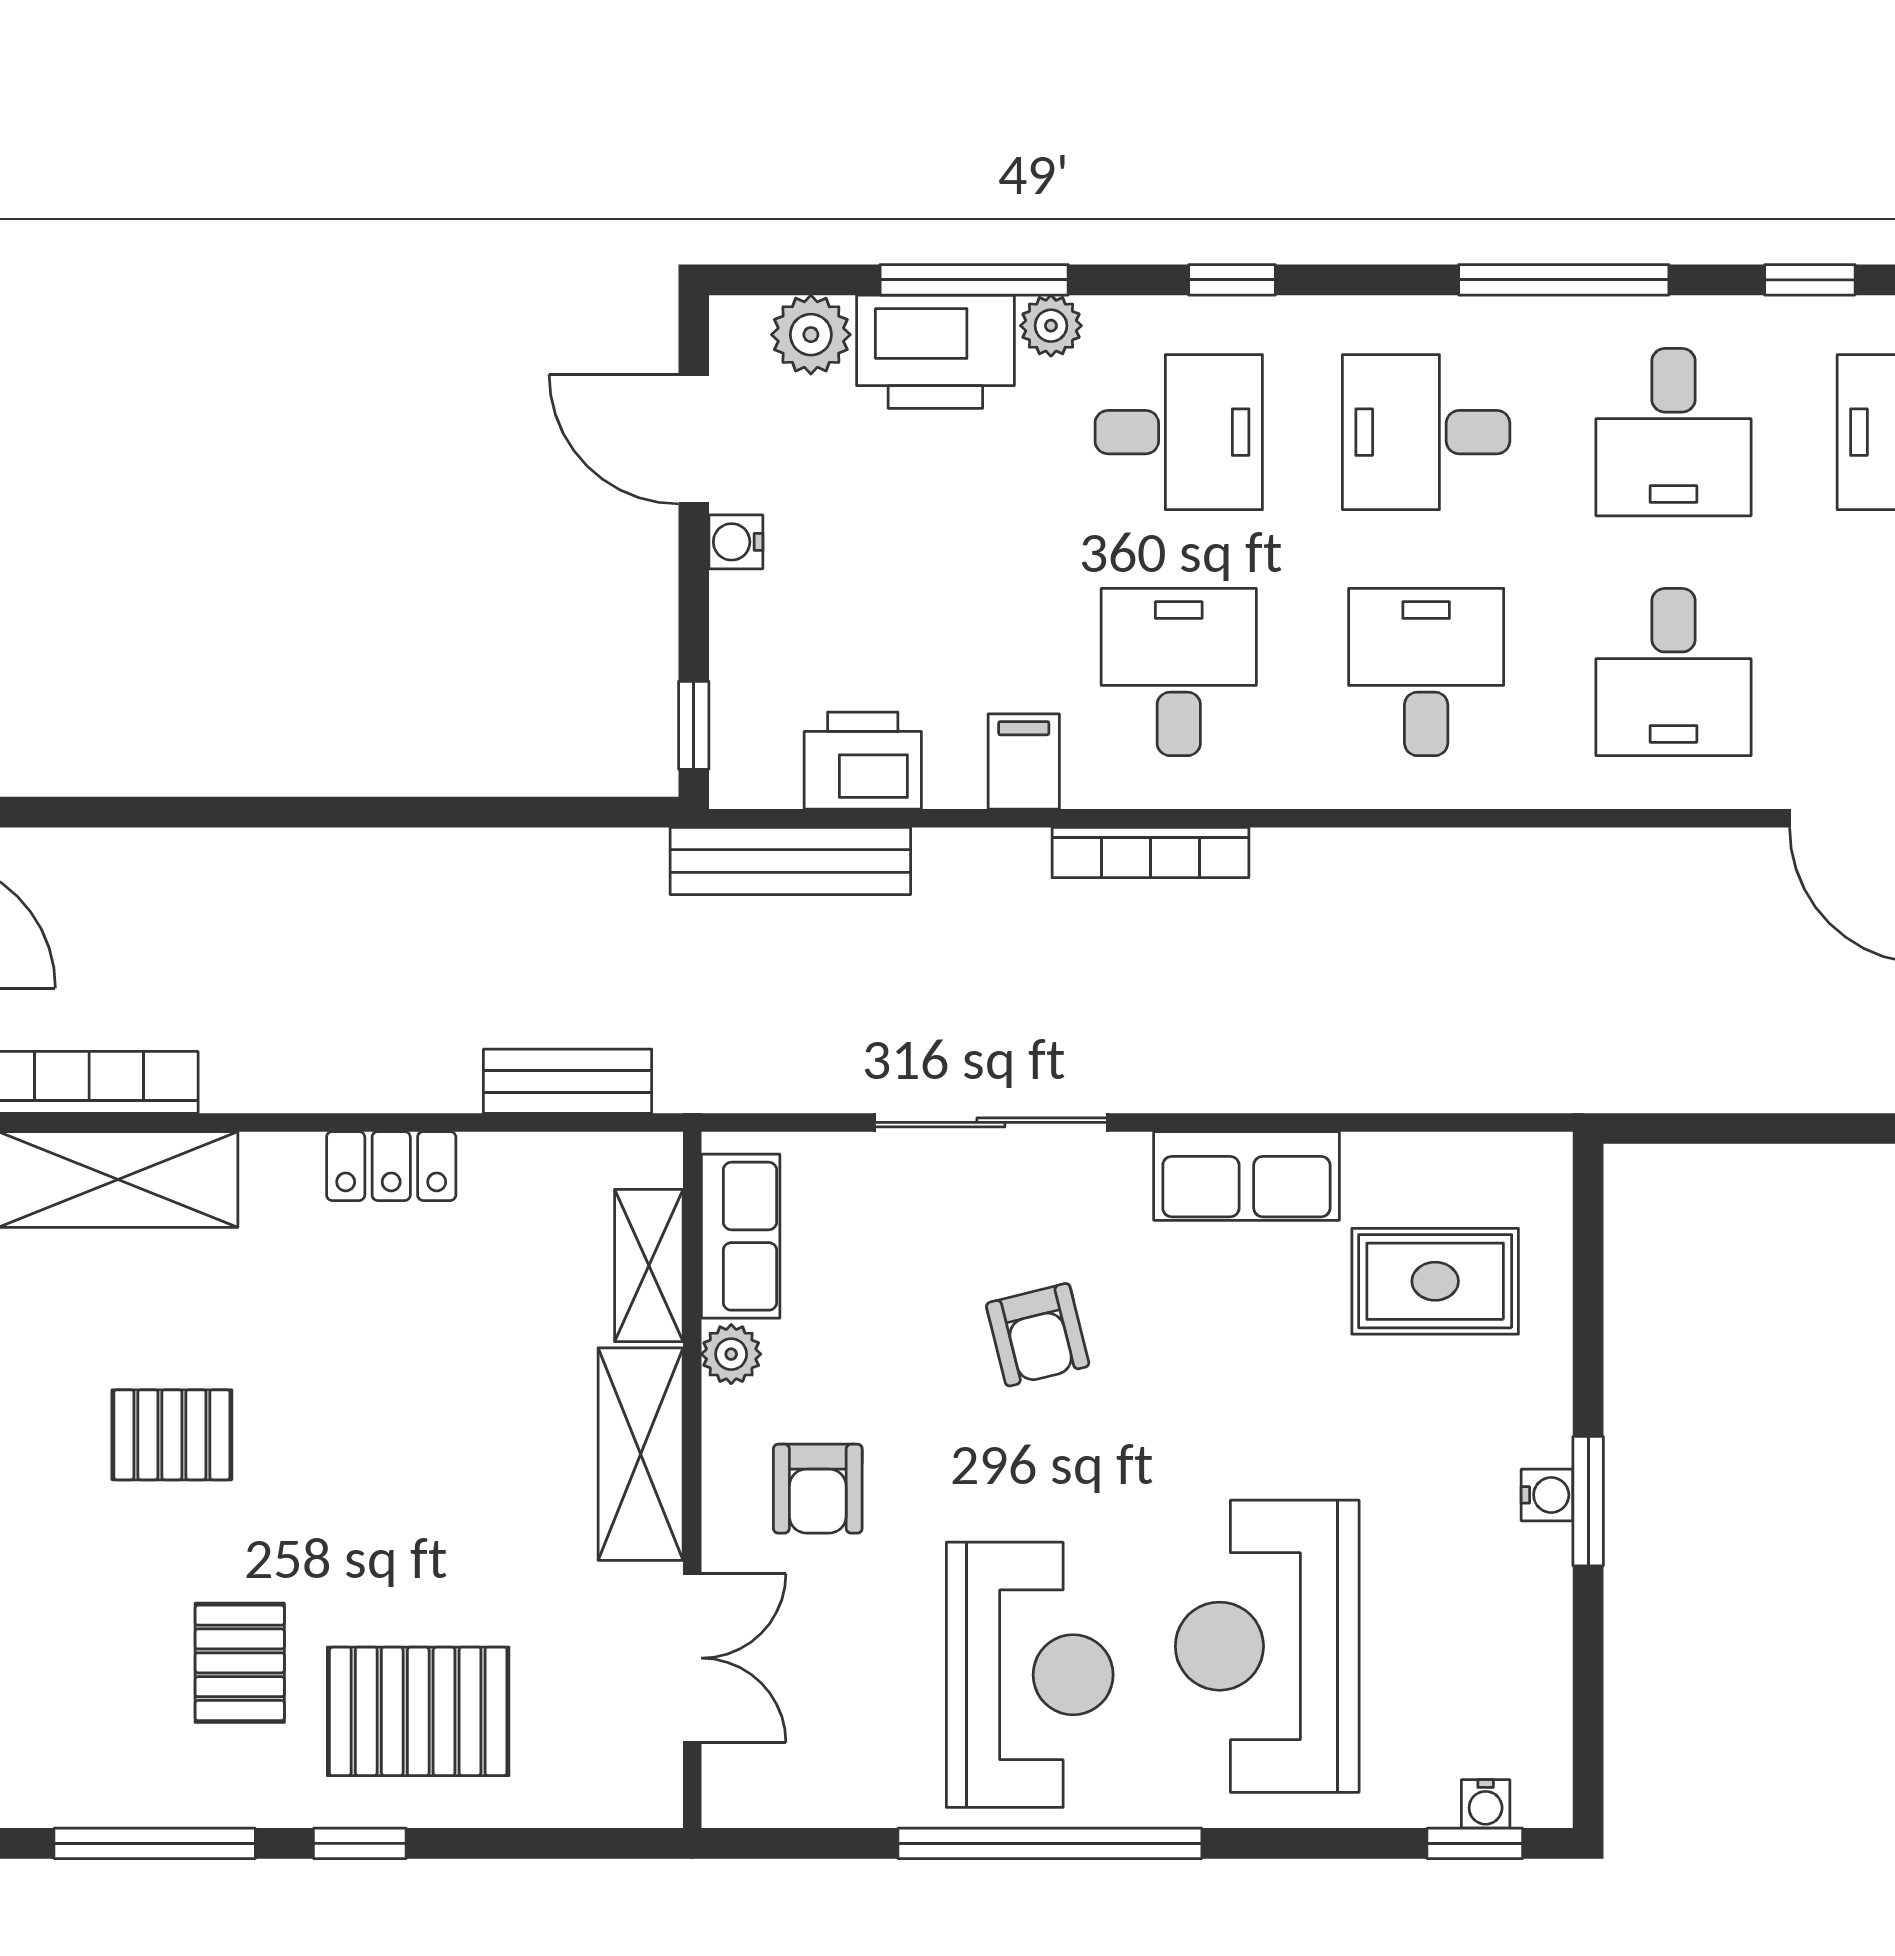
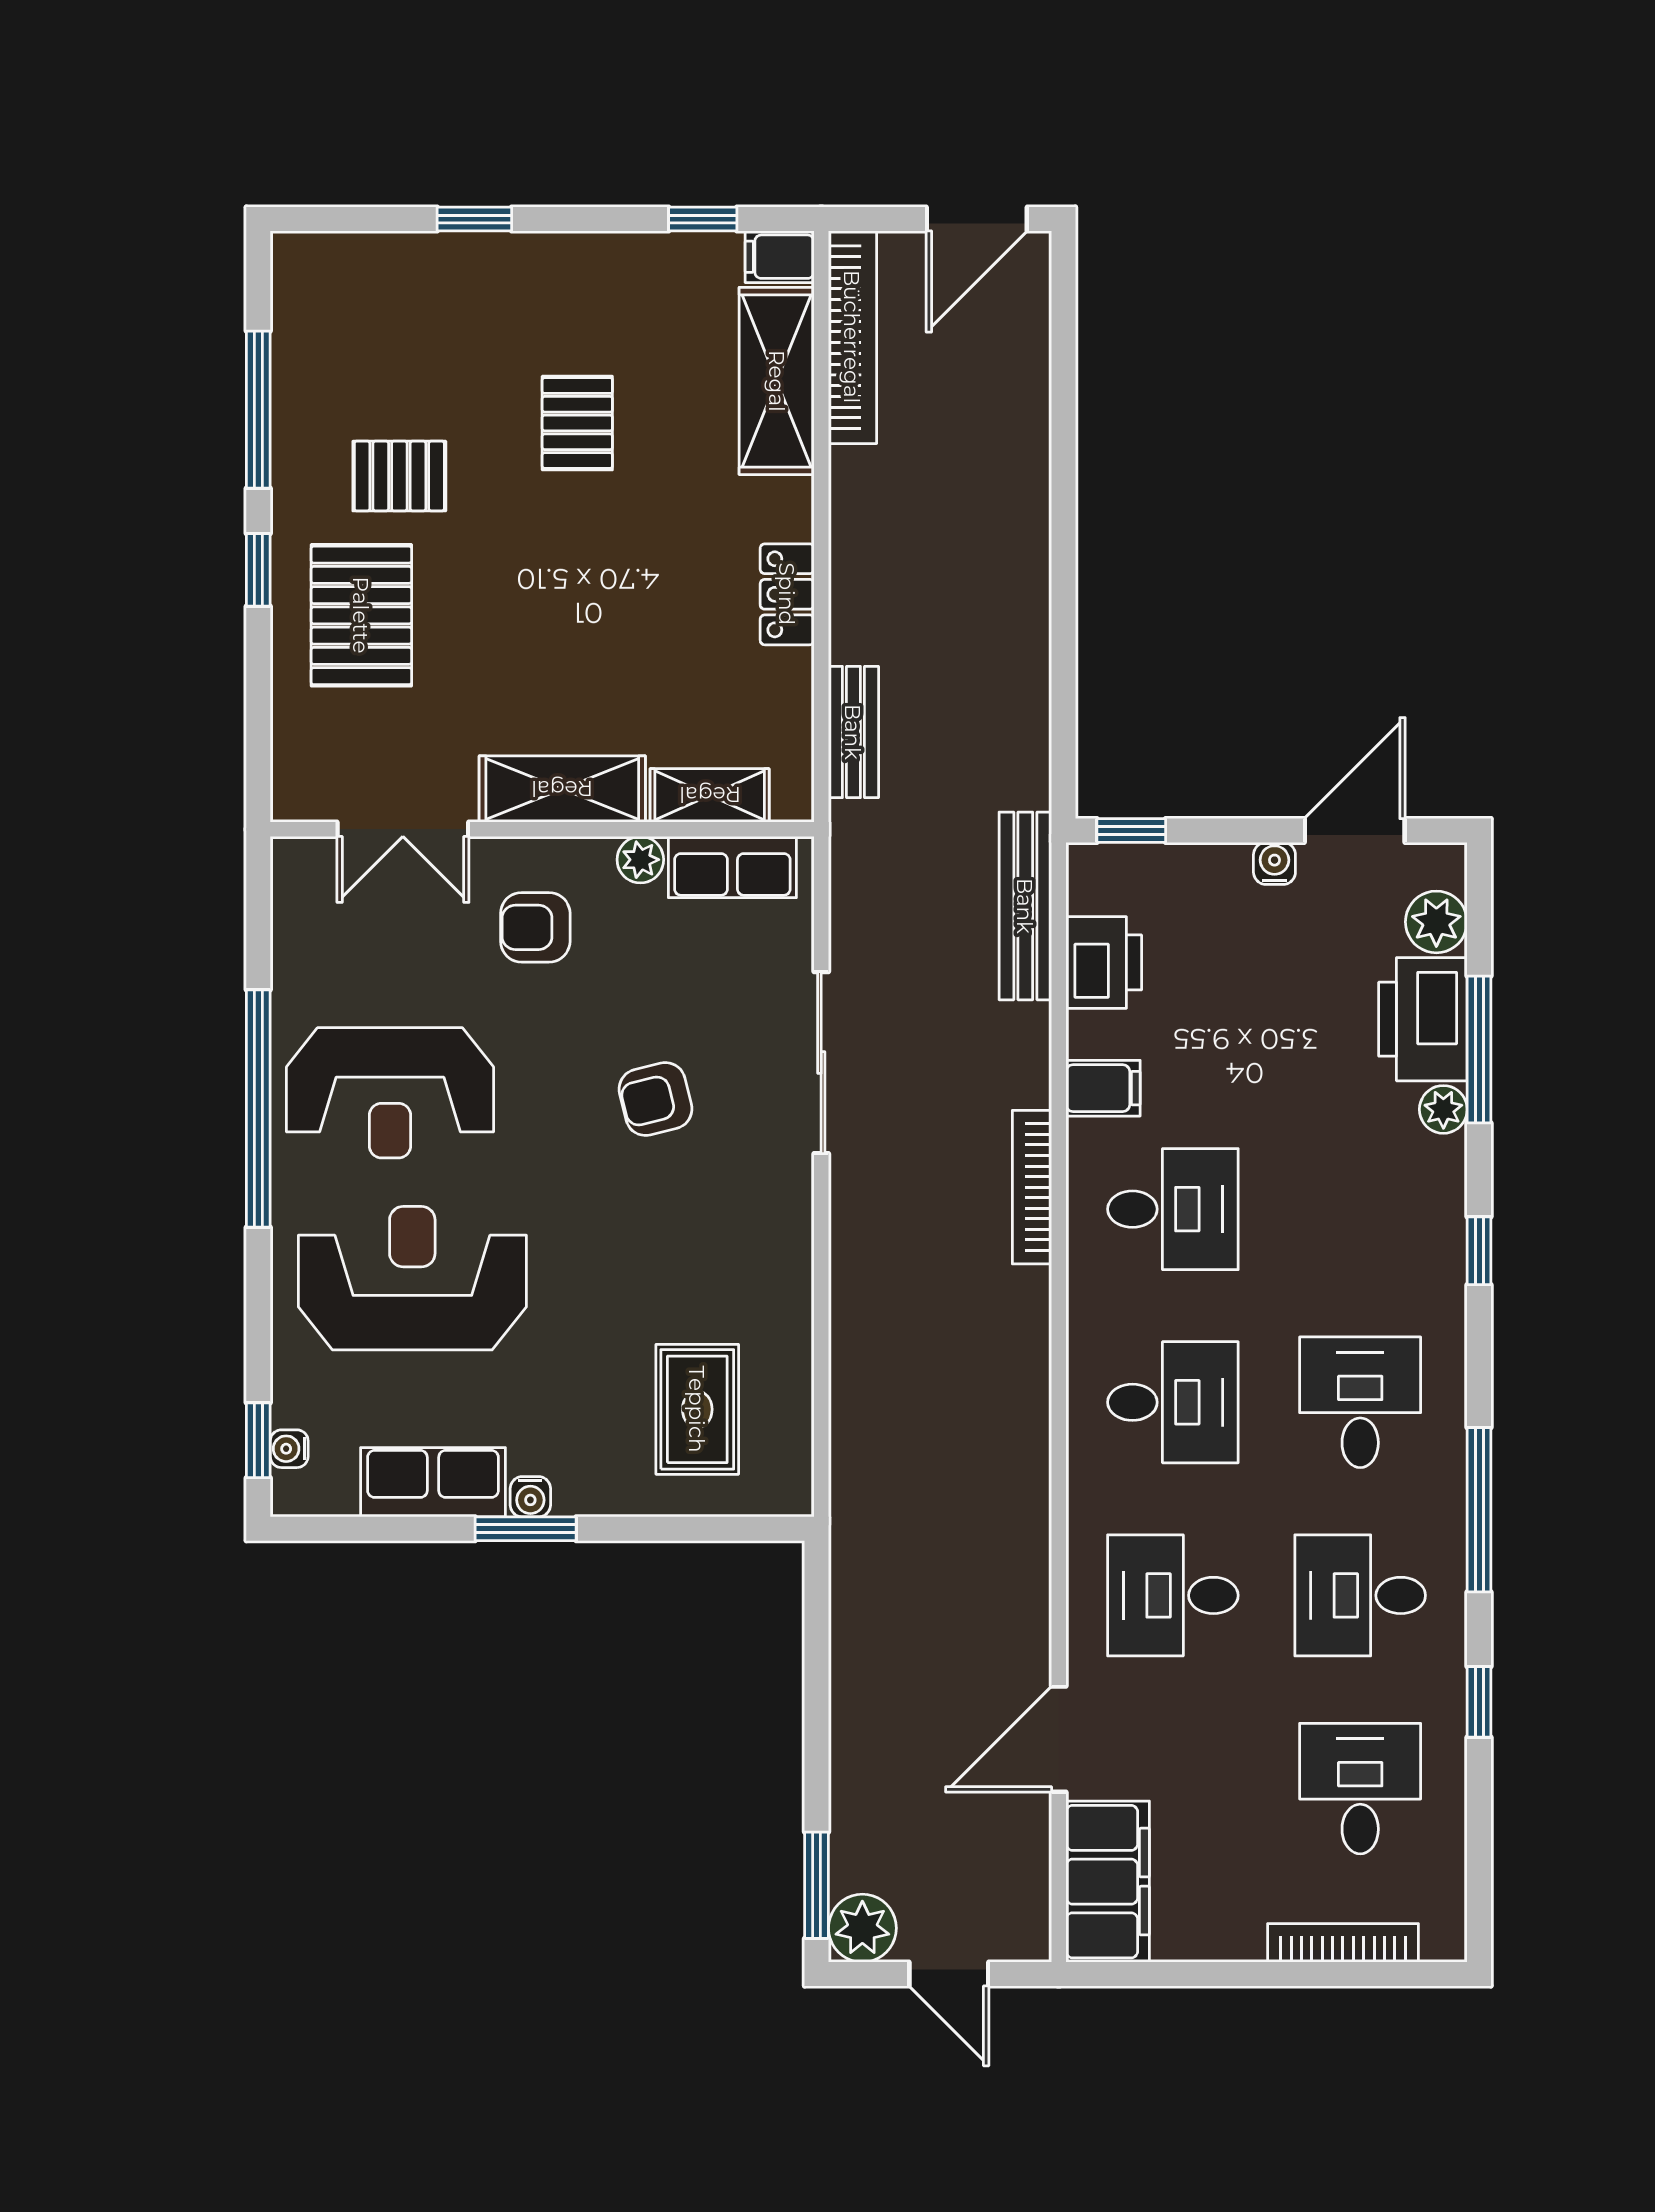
desk: (1179, 432) -> (1360, 1209), removed
row of seats: (1246, 1176) -> (433, 1482), moved, turned 90

